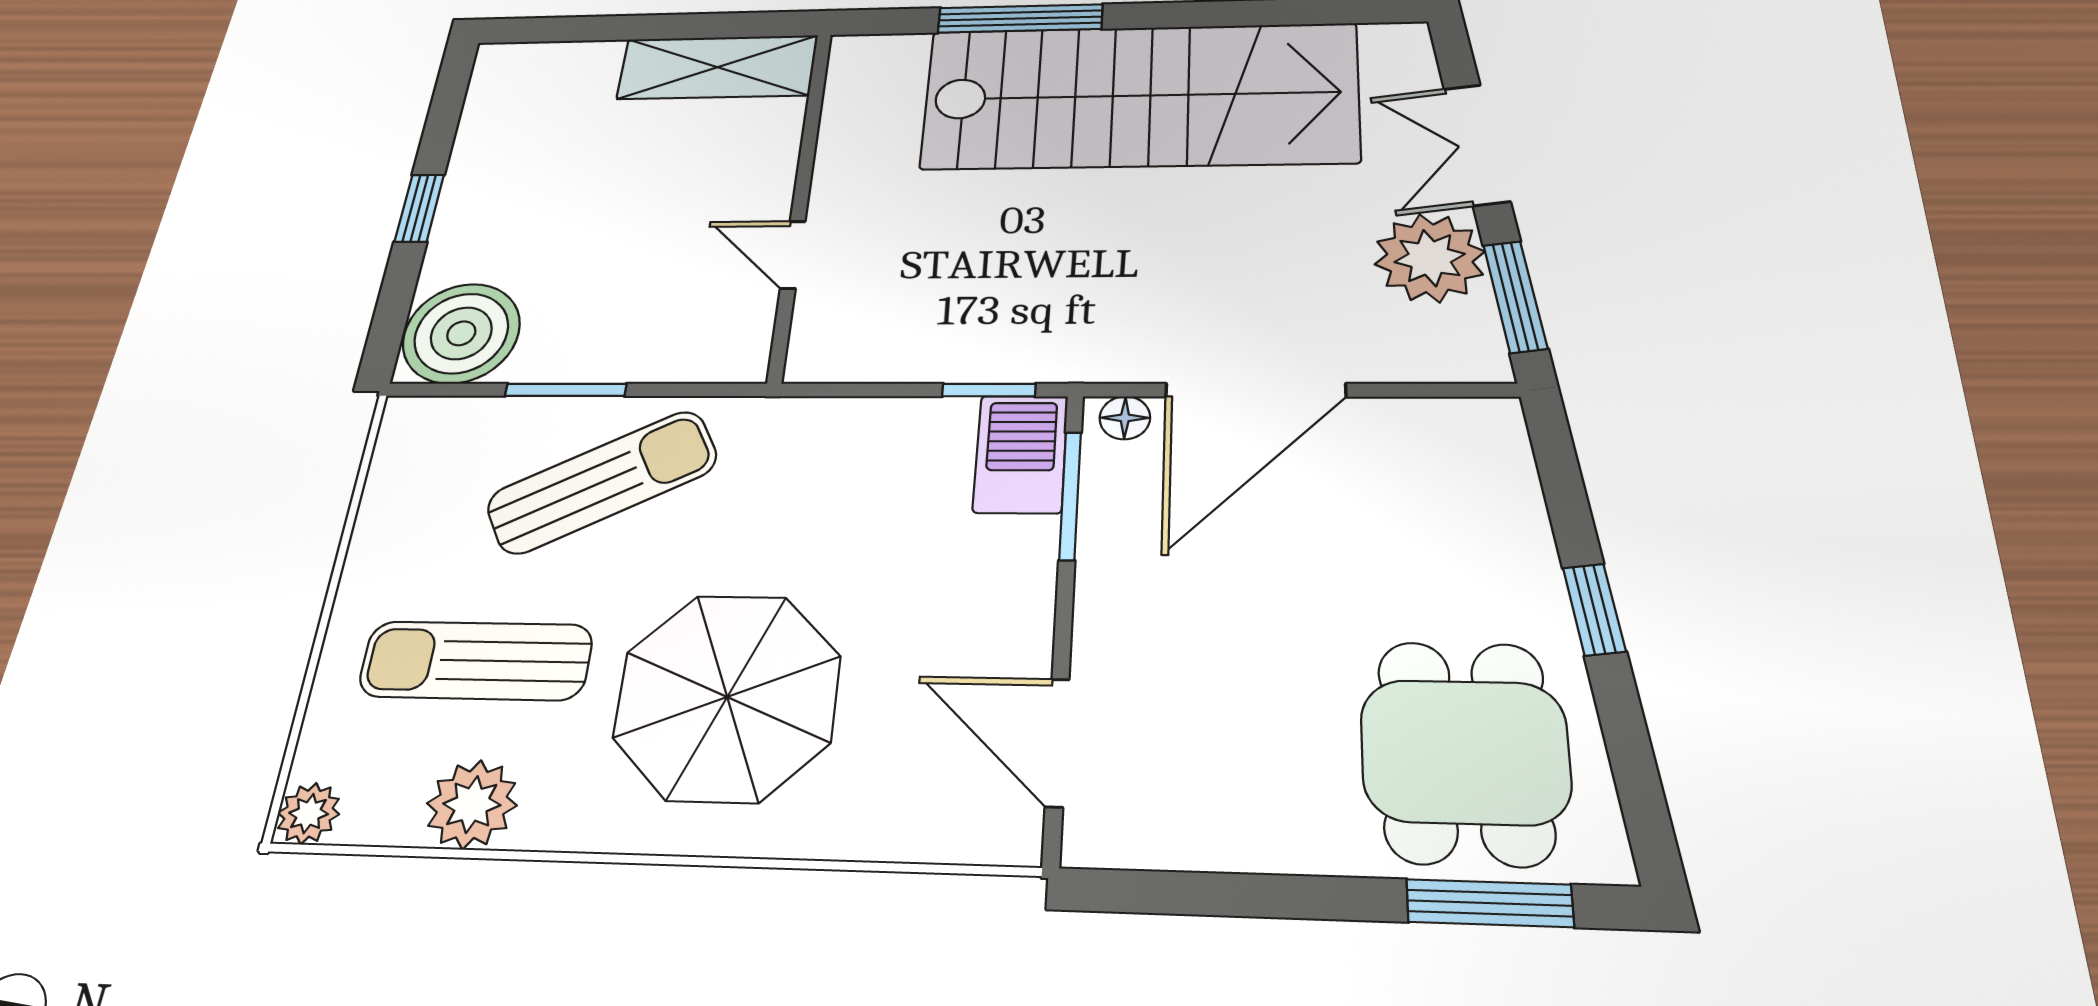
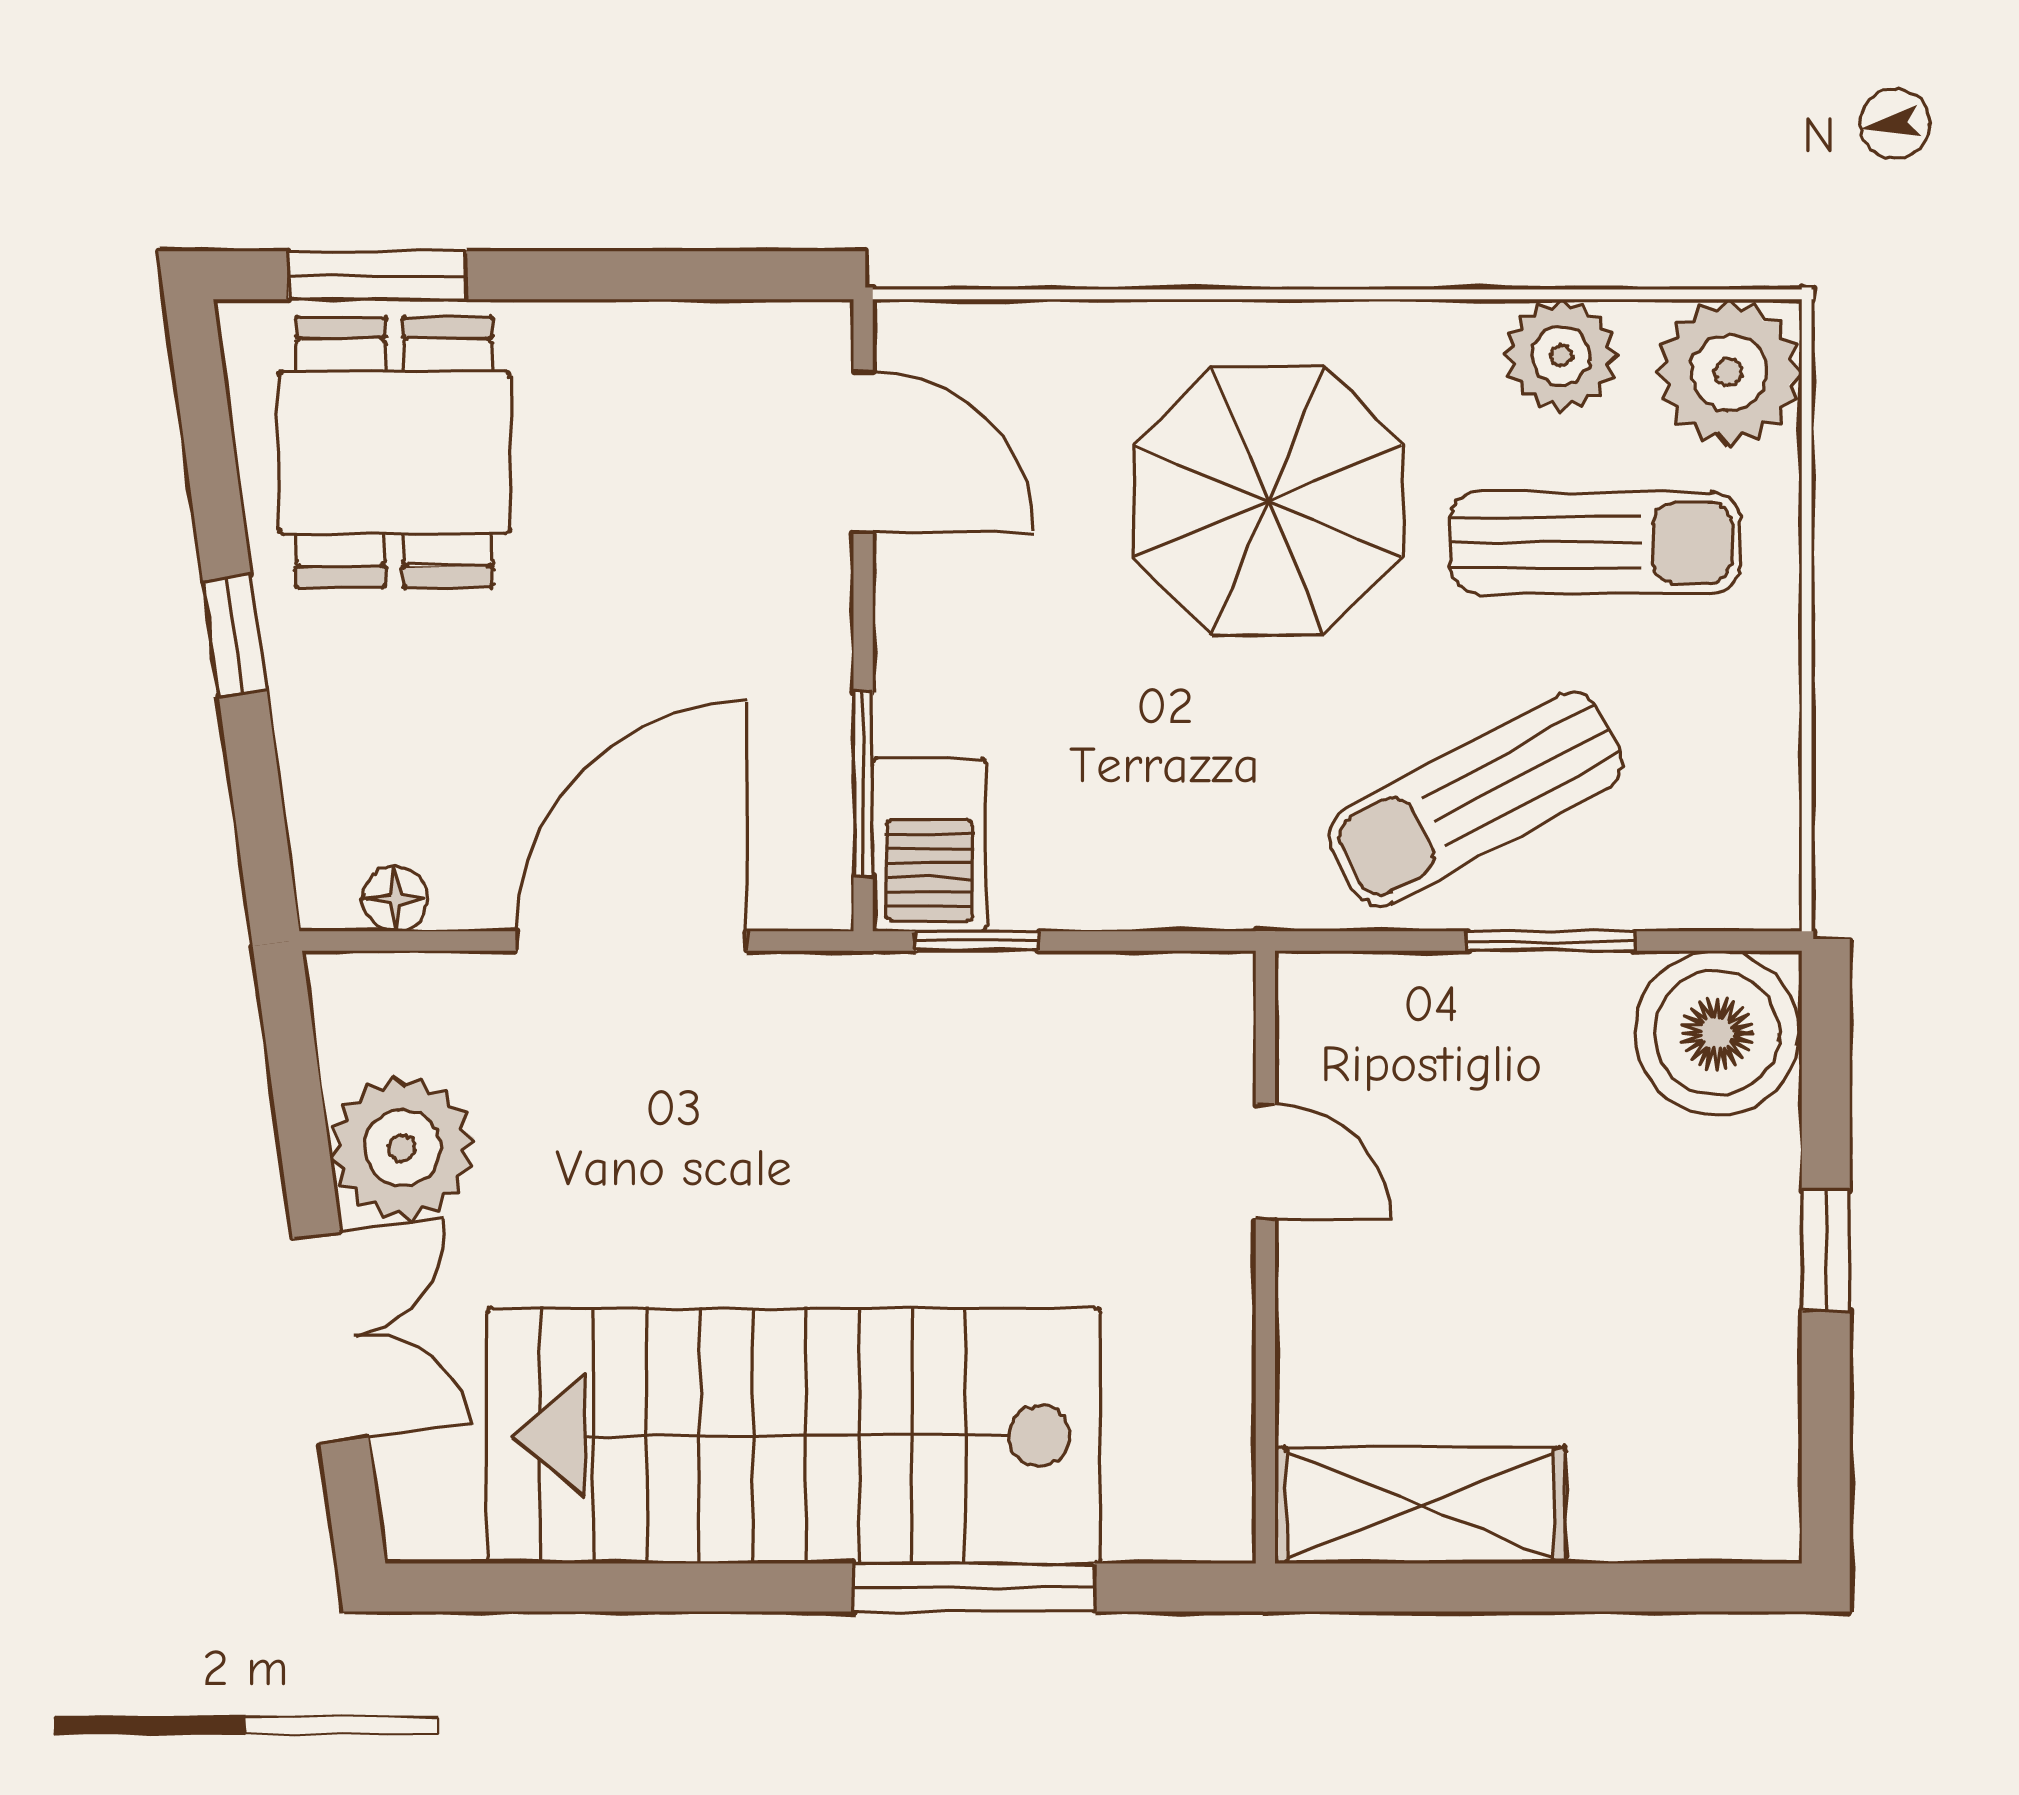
window: (1515, 296) -> (296, 1085), removed
floor lamp: (1125, 418) -> (395, 899), moved
plant: (309, 814) -> (1729, 372), width x1.87, depth x1.87

